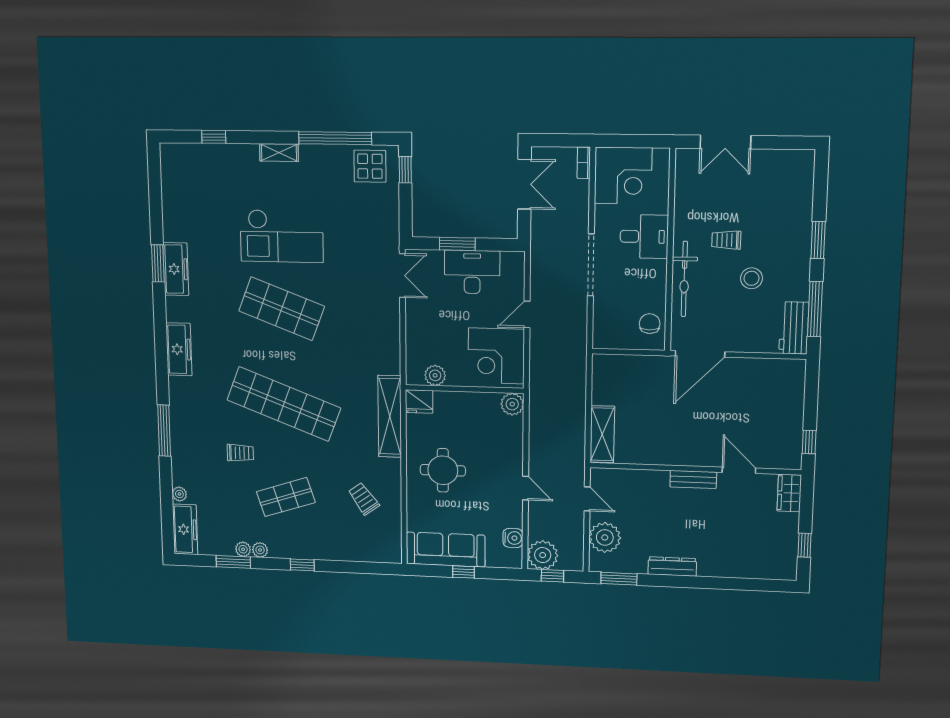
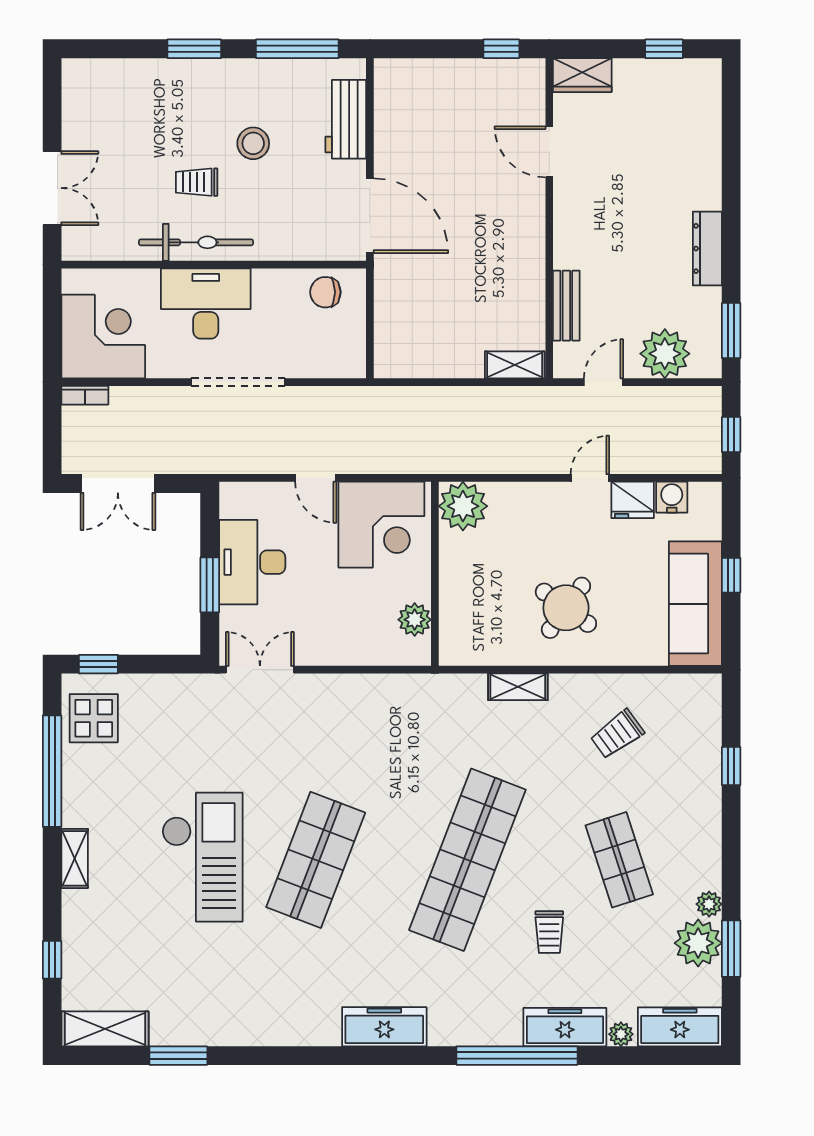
shelving: (171, 171) -> (105, 1029), added
double door: (524, 184) -> (118, 484), swing flipped
desk: (644, 237) -> (206, 303), width x1.37
trolley: (726, 240) -> (197, 182), turned 90
window: (158, 263) -> (178, 1056), moved
freezer: (176, 269) -> (565, 1027), moved
bicycle: (684, 279) -> (196, 242), moved
workbench: (794, 328) -> (346, 119), moved, turned 90
fridge: (419, 402) -> (633, 500), moved, turned 90
plant: (512, 404) -> (463, 506), width x1.36, depth x1.36
shelving: (390, 416) -> (518, 687), width x0.45, depth x0.75
window: (164, 431) -> (517, 1056), width x1.46
shelving: (602, 434) -> (515, 365), width x0.67, depth x0.75
trolley: (240, 453) -> (549, 932), turned 180
round table: (443, 470) -> (566, 608), turned 36
door: (739, 470) -> (549, 152), hinge flipped
bench: (693, 479) -> (566, 306), moved
plant: (243, 549) -> (698, 943), width x1.87, depth x1.87
plant: (543, 555) -> (698, 450), removed
window: (302, 565) -> (731, 766), moved

